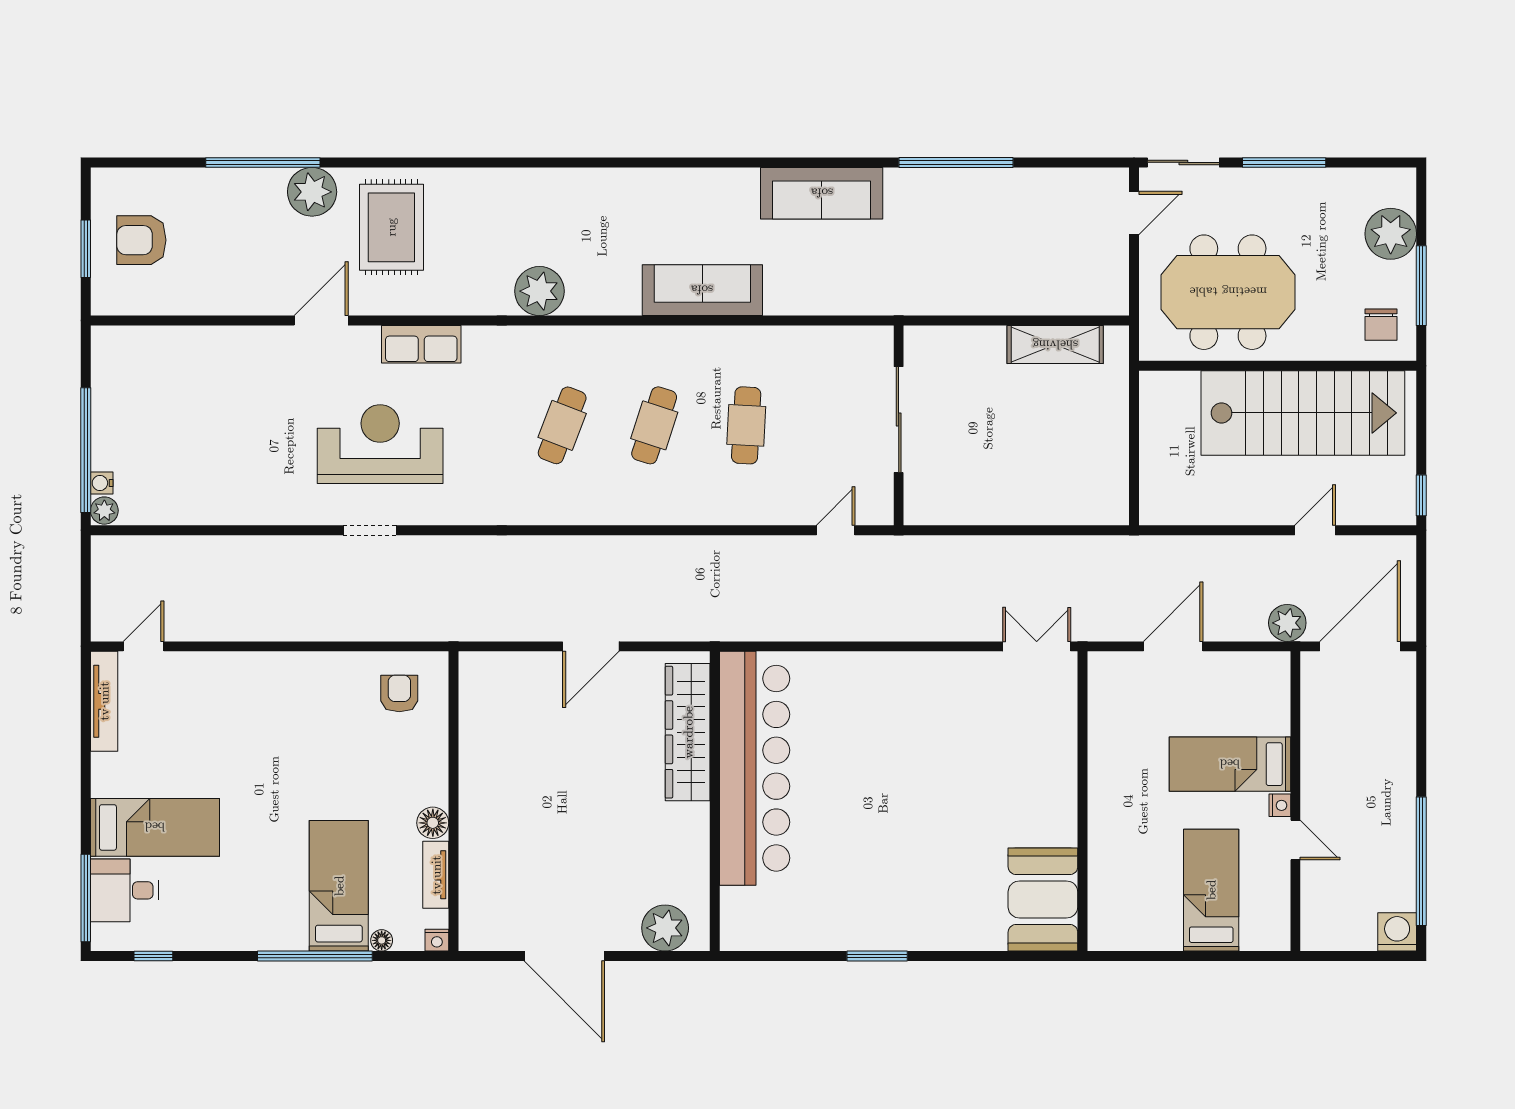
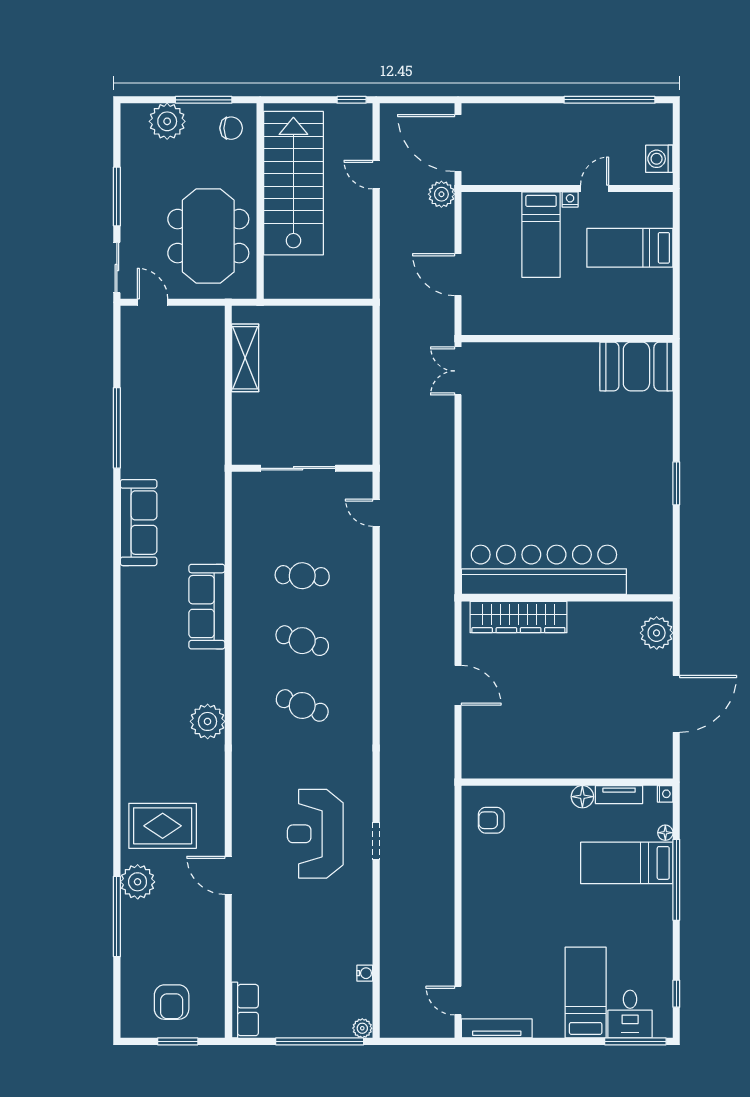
row of seats: (421, 344) -> (245, 1010), moved
water cooler: (102, 483) -> (365, 973), moved, turned -90
washing machine: (1397, 932) -> (659, 159), moved

